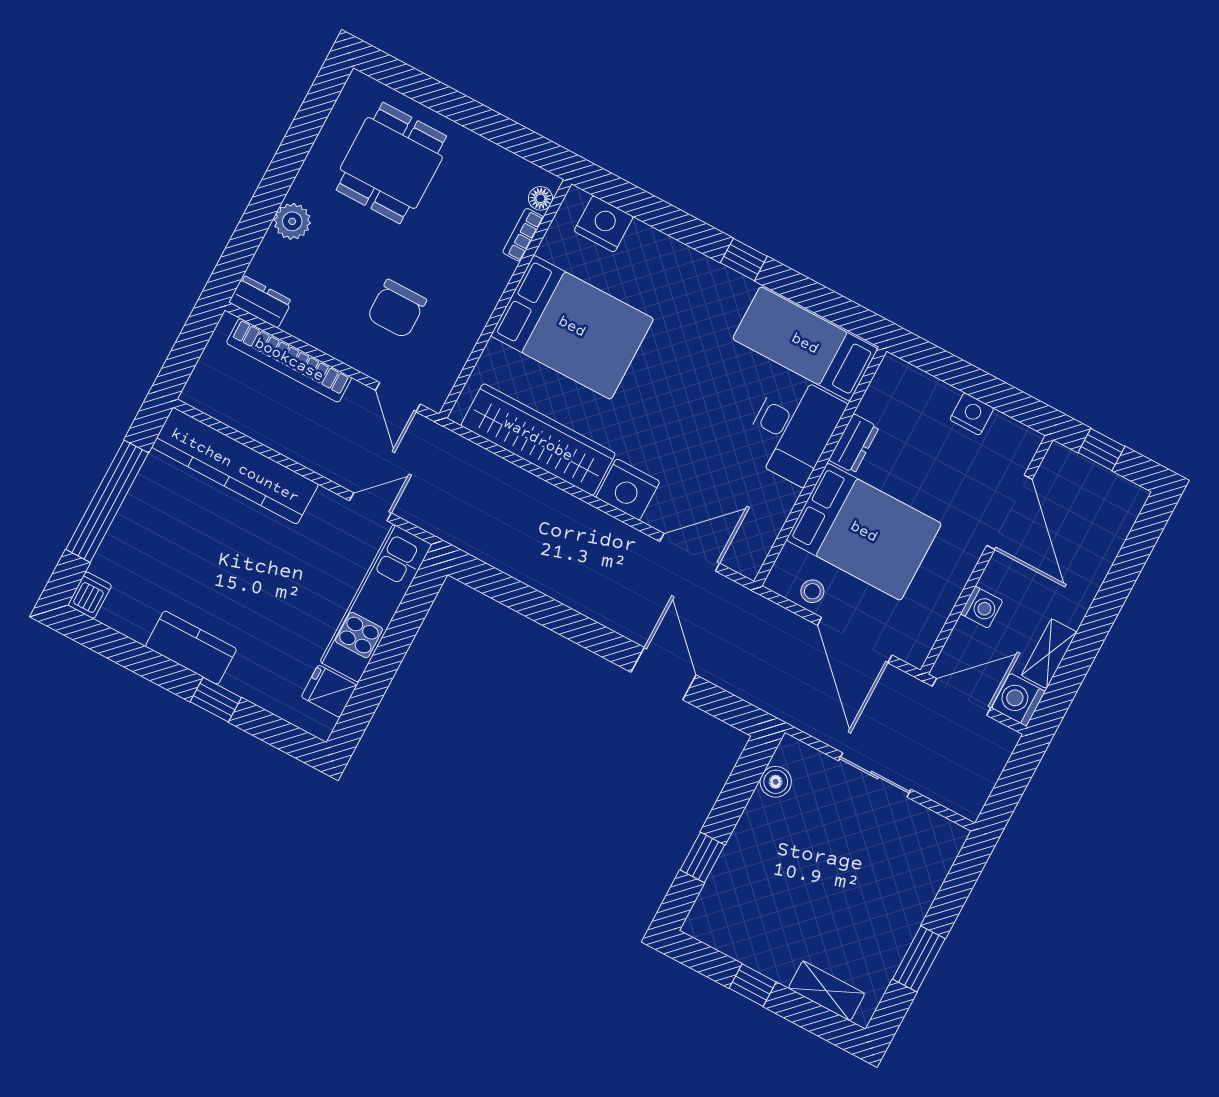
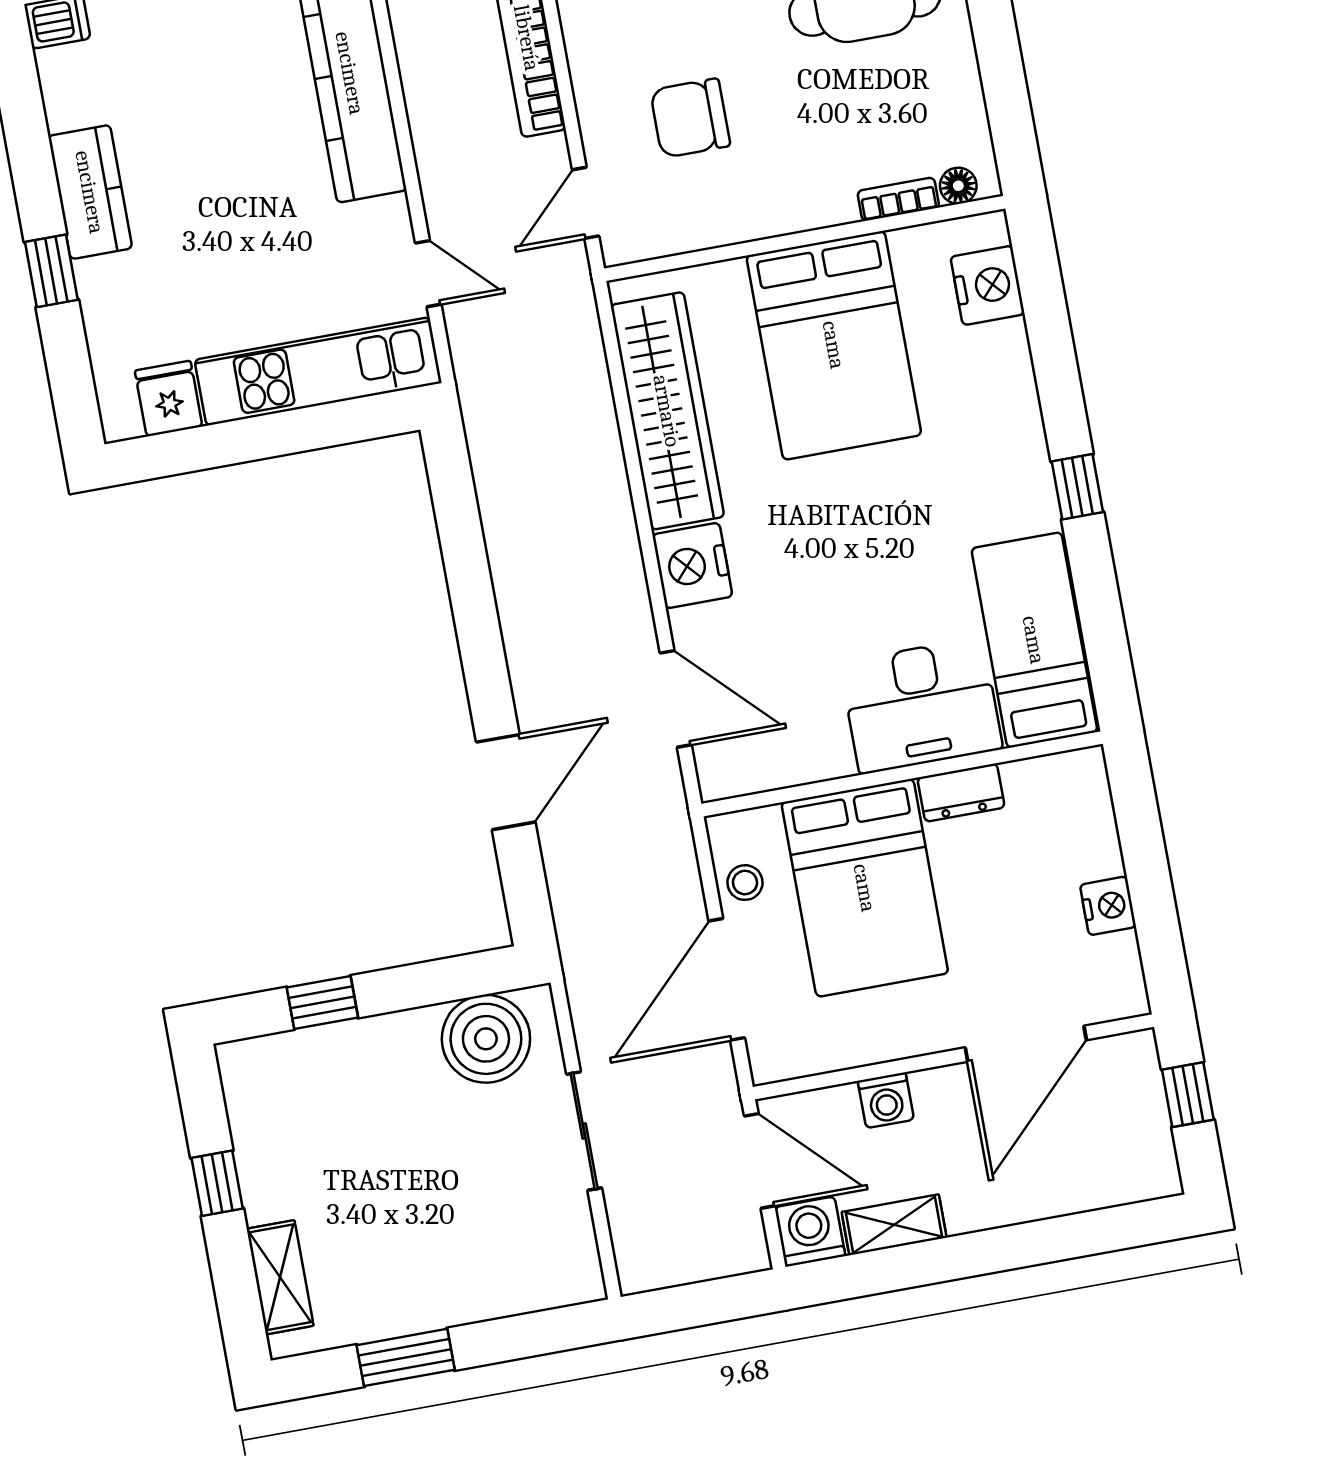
boiler: (776, 782) -> (486, 1039), width x1.86, depth x1.86

